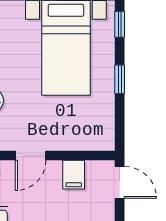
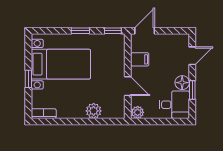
window: (120, 24) -> (113, 31), moved

